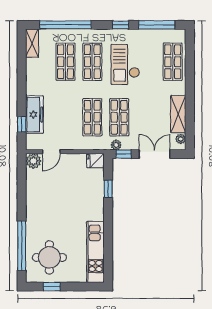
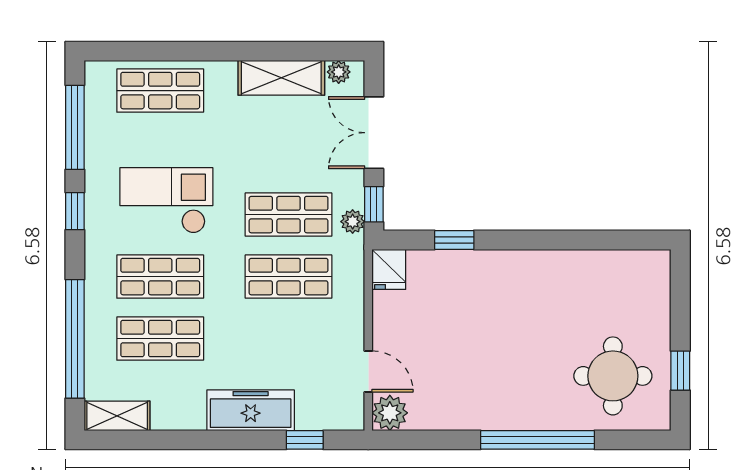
checkout: (125, 64) -> (166, 200), turned 180
freezer: (34, 115) -> (251, 410), moved
window: (22, 246) -> (538, 440), moved
kitchen unit: (95, 252) -> (600, 269), removed

